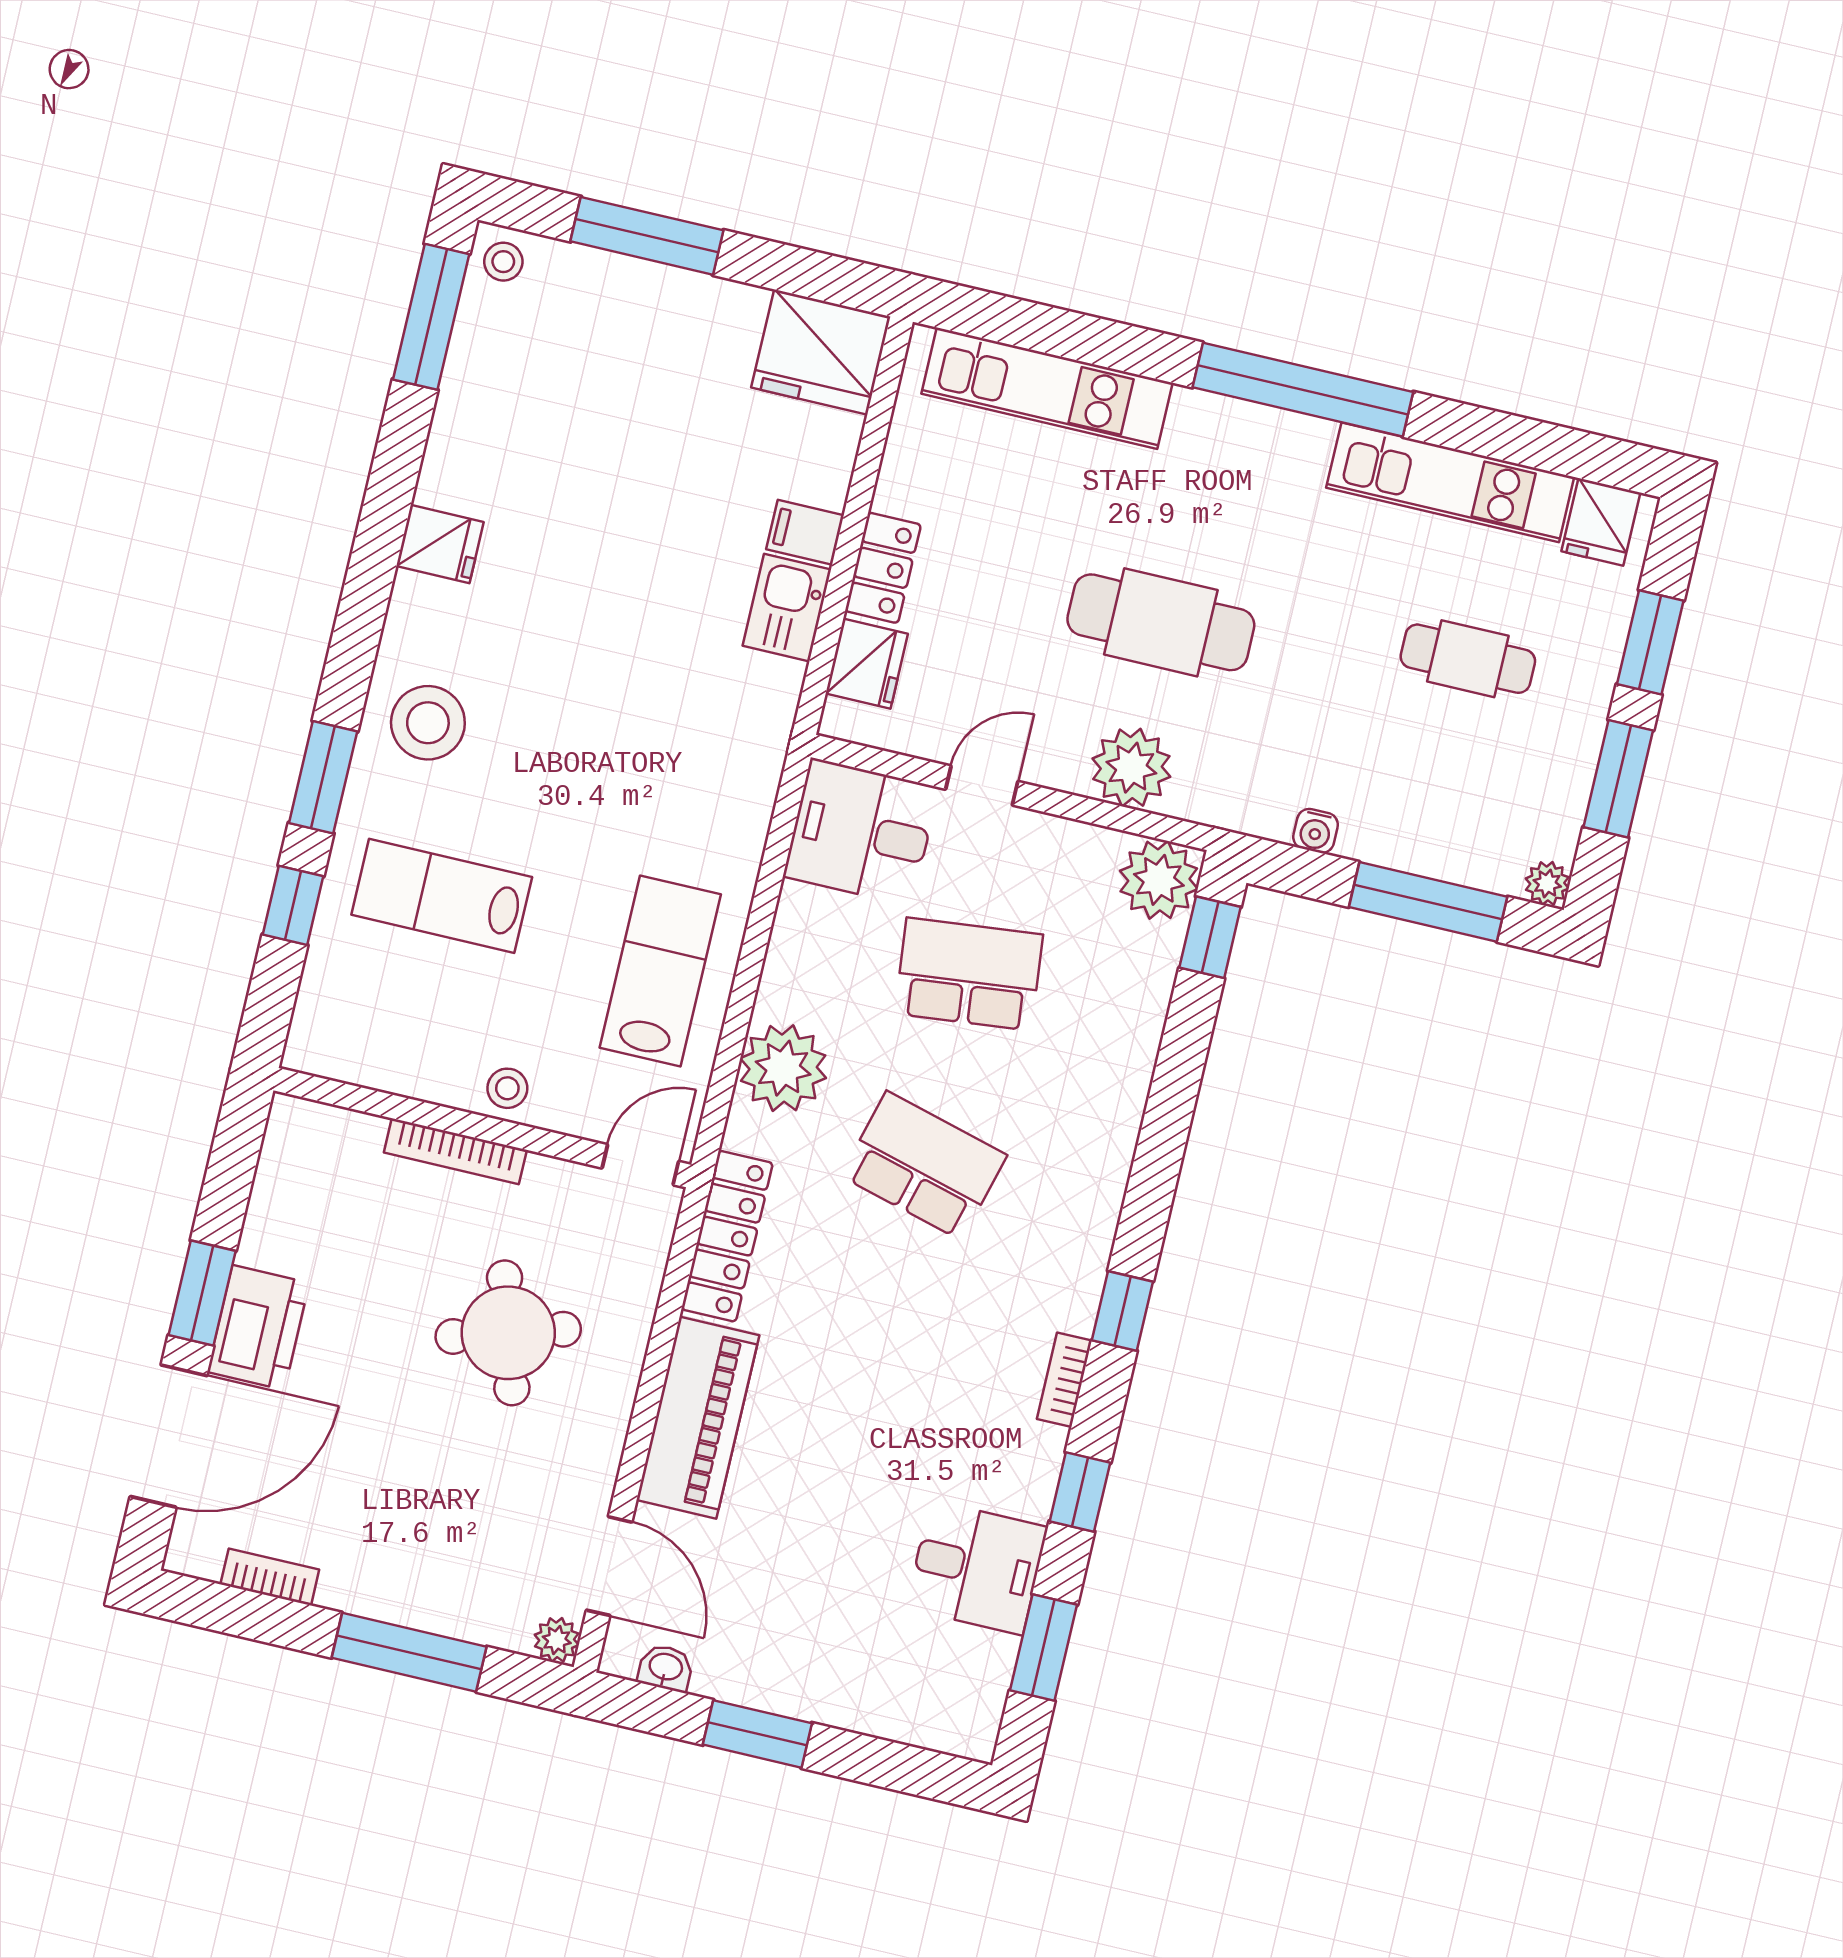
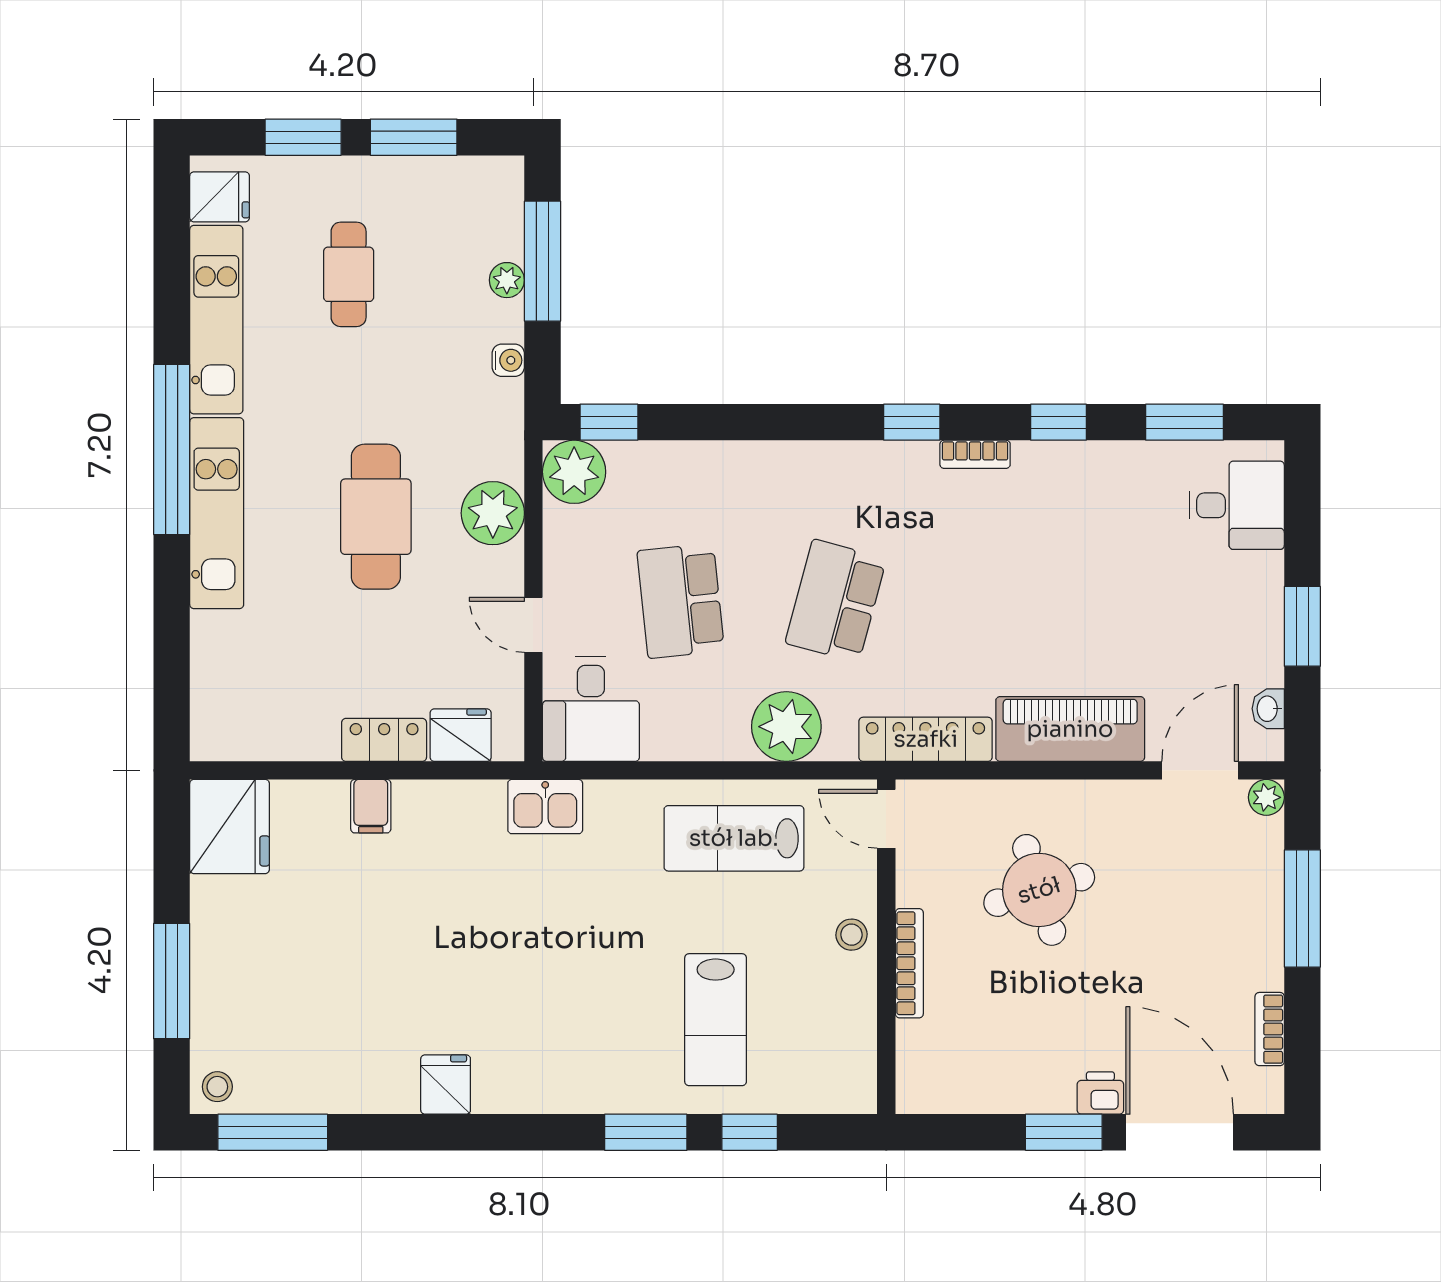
kitchen unit: (1047, 388) -> (217, 513), moved
kitchen sink: (787, 608) -> (545, 807), moved
stool: (428, 723) -> (585, 1061), removed
plant: (1547, 883) -> (507, 280), moved
printer: (258, 1327) -> (1100, 1093), width x0.53, depth x0.68
desk: (977, 1568) -> (1237, 505), moved, turned 90

